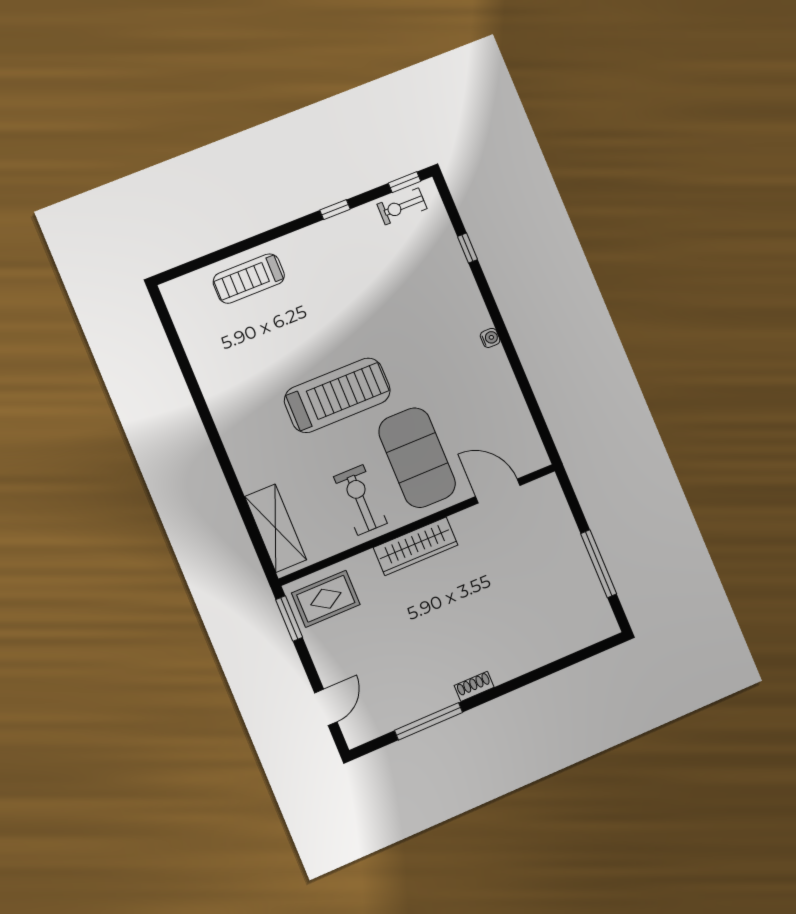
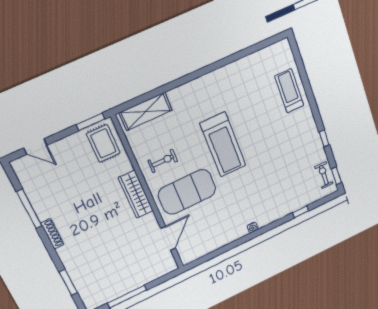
exercise bike: (360, 500) -> (163, 161), width x0.73, depth x0.72
window: (562, 663) -> (68, 282), added
shoe rack: (474, 686) -> (52, 234), width x1.43

